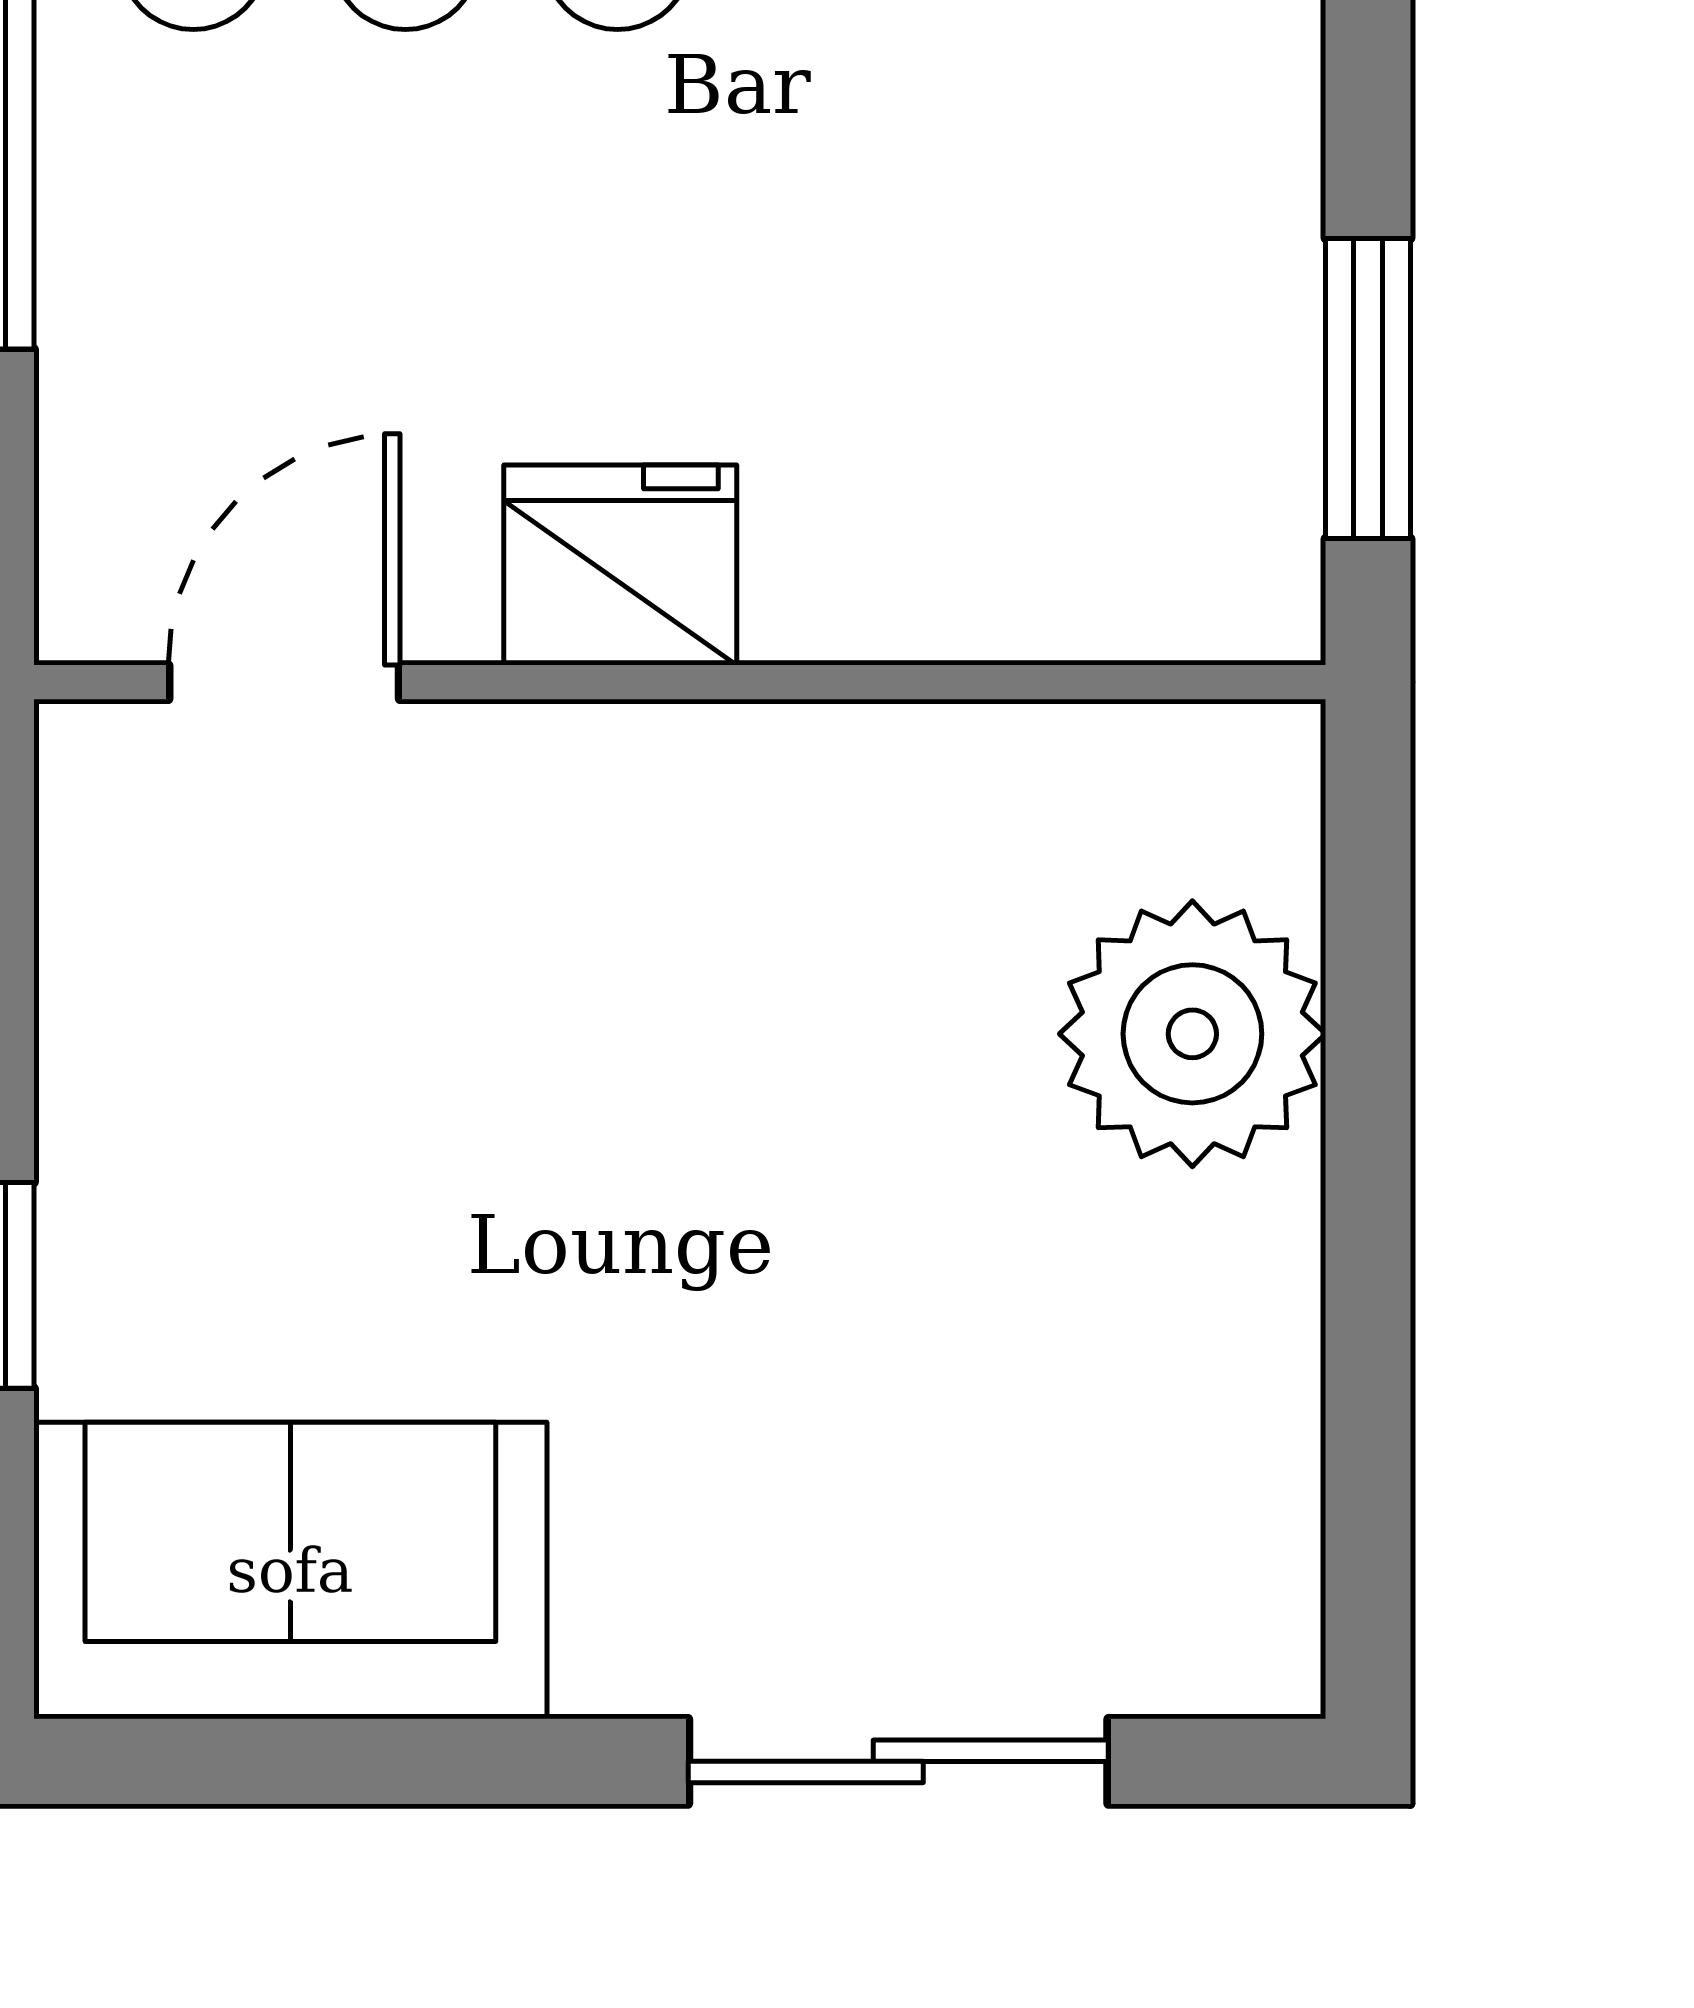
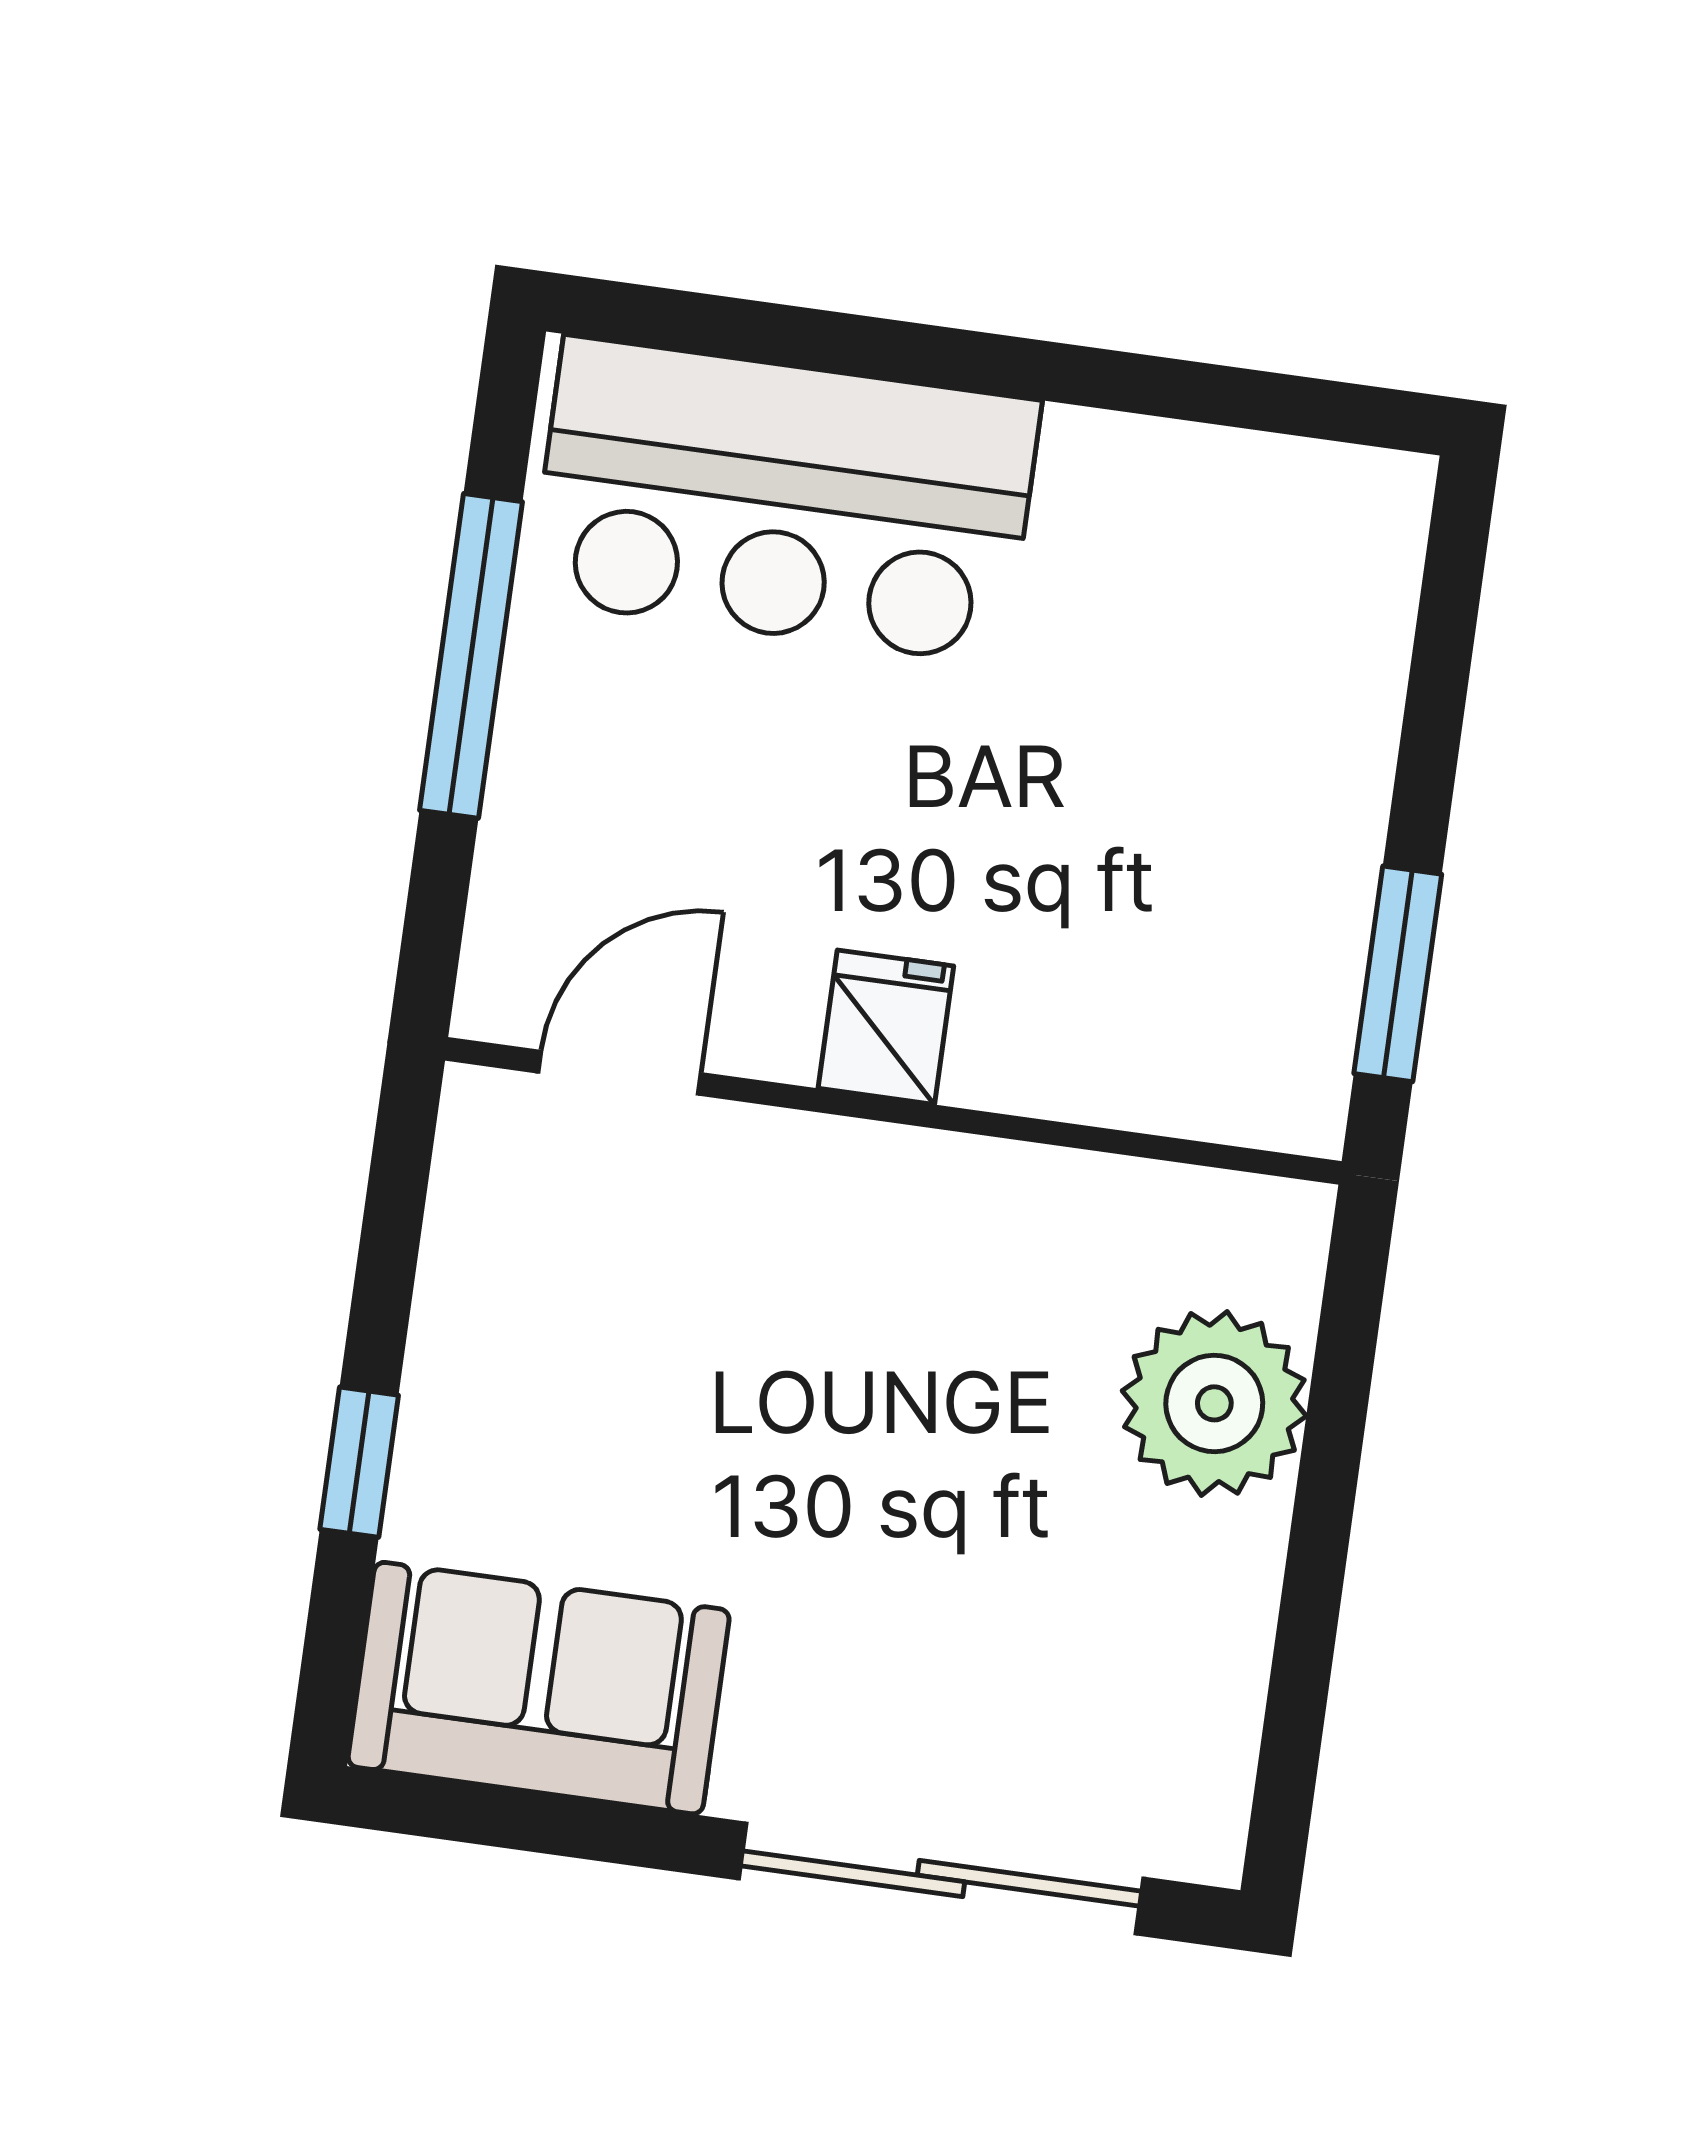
fridge: (620, 565) -> (886, 1027), width x0.72
sliding door: (898, 1761) -> (941, 1879), width x1.37

